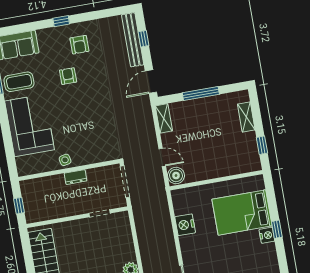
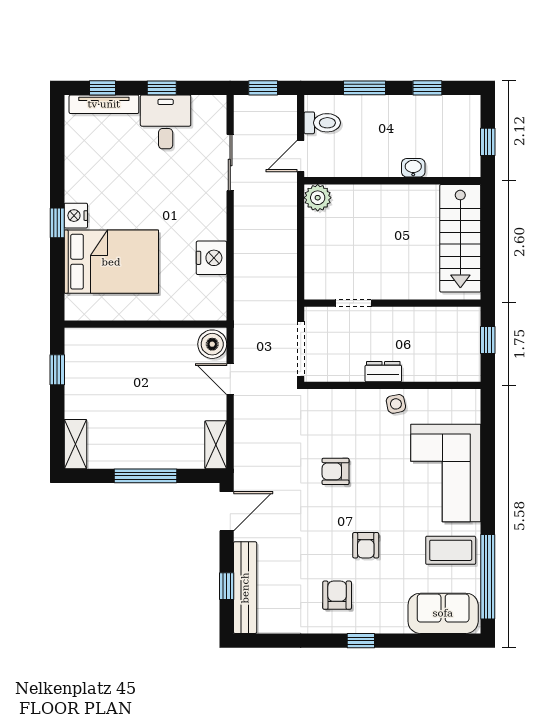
armchair: (93, 115) -> (336, 471), added
shelving: (246, 117) -> (75, 444), moved

